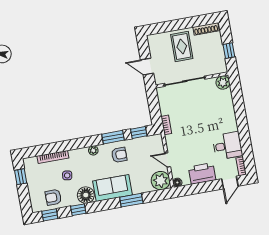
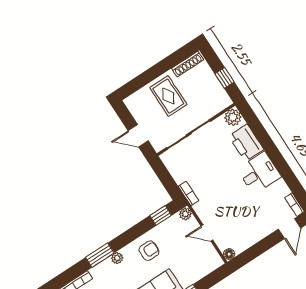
window: (113, 137) -> (100, 255), moved
desk: (227, 146) -> (259, 173), moved
printer: (202, 173) -> (246, 143), moved, turned -90
plant: (161, 181) -> (185, 214), moved, width x0.53, depth x0.53

